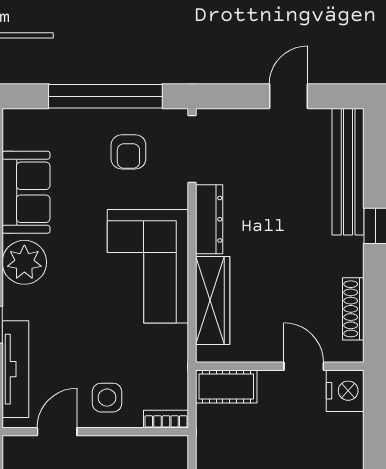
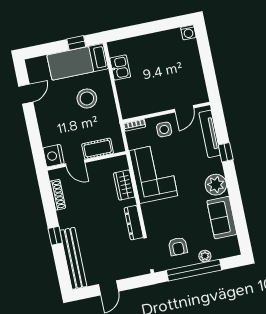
plant: (77, 120) -> (205, 256), added
armchair: (128, 152) -> (178, 246), turned 180
corner sofa: (148, 266) -> (153, 173), moved
wardrobe: (213, 300) -> (124, 185), width x0.67
cot: (226, 386) -> (98, 149), moved

